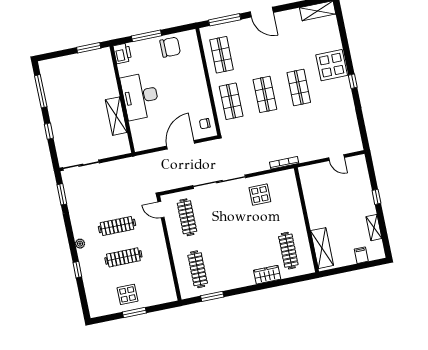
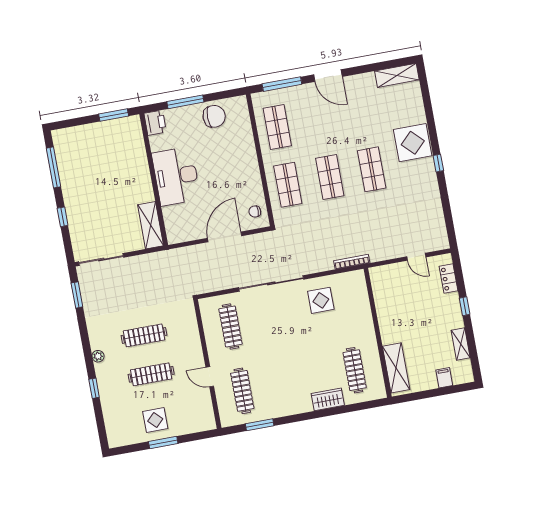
shelving: (116, 116) -> (151, 225), moved
locker: (363, 175) -> (449, 278), added
door: (161, 210) -> (210, 377), moved

